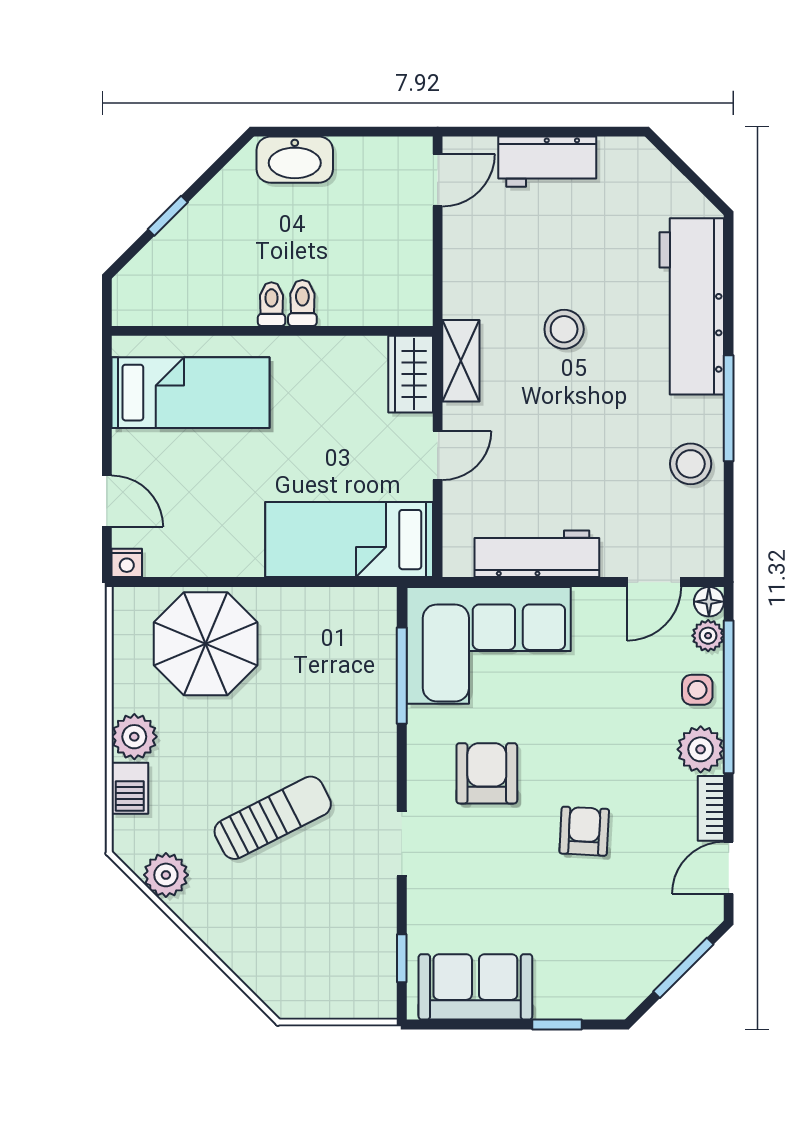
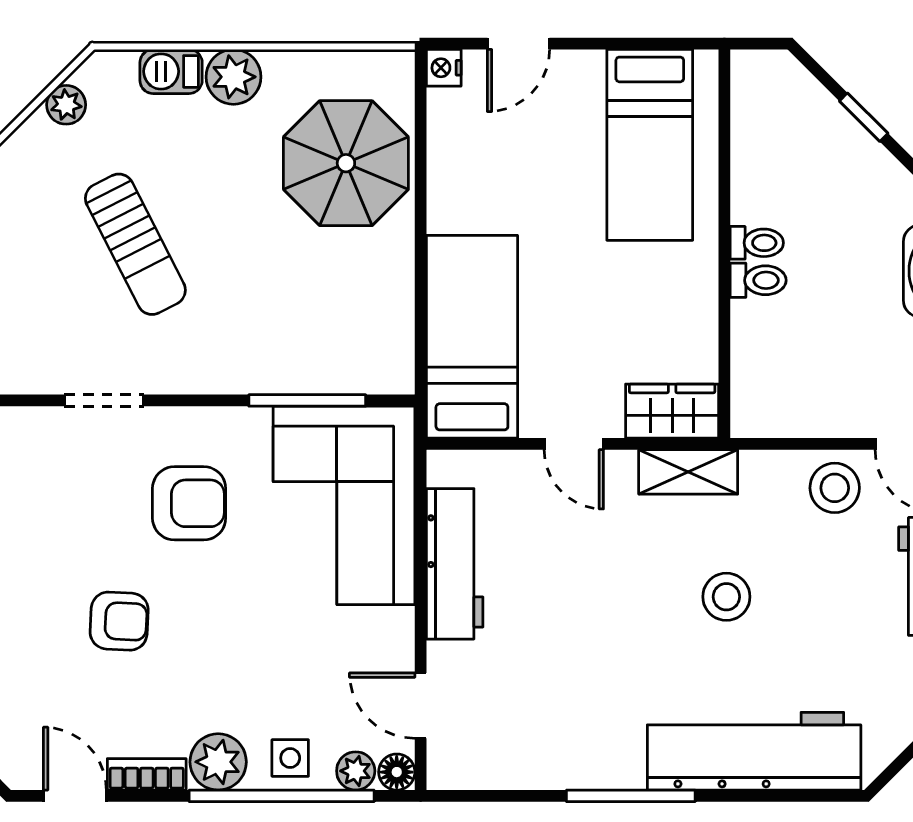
stool: (691, 464) -> (835, 488), moved
plant: (166, 875) -> (66, 105), width x0.73, depth x0.73

